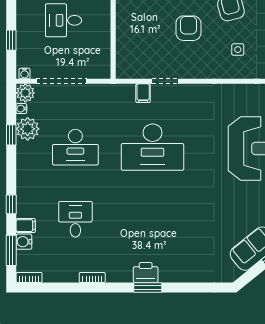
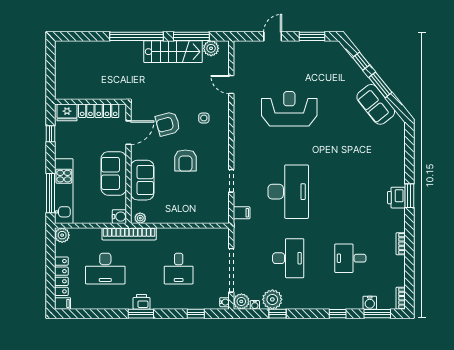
armchair: (188, 28) -> (185, 161), turned -90
filing cabinet: (143, 93) -> (242, 213), moved
filing cabinet: (26, 226) -> (356, 301), removed

